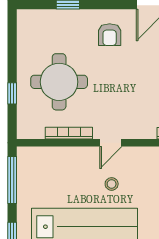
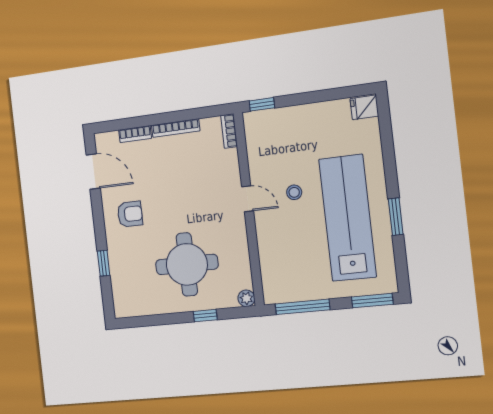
plant: (24, 132) -> (246, 298), added
bookcase: (69, 133) -> (242, 248), removed

